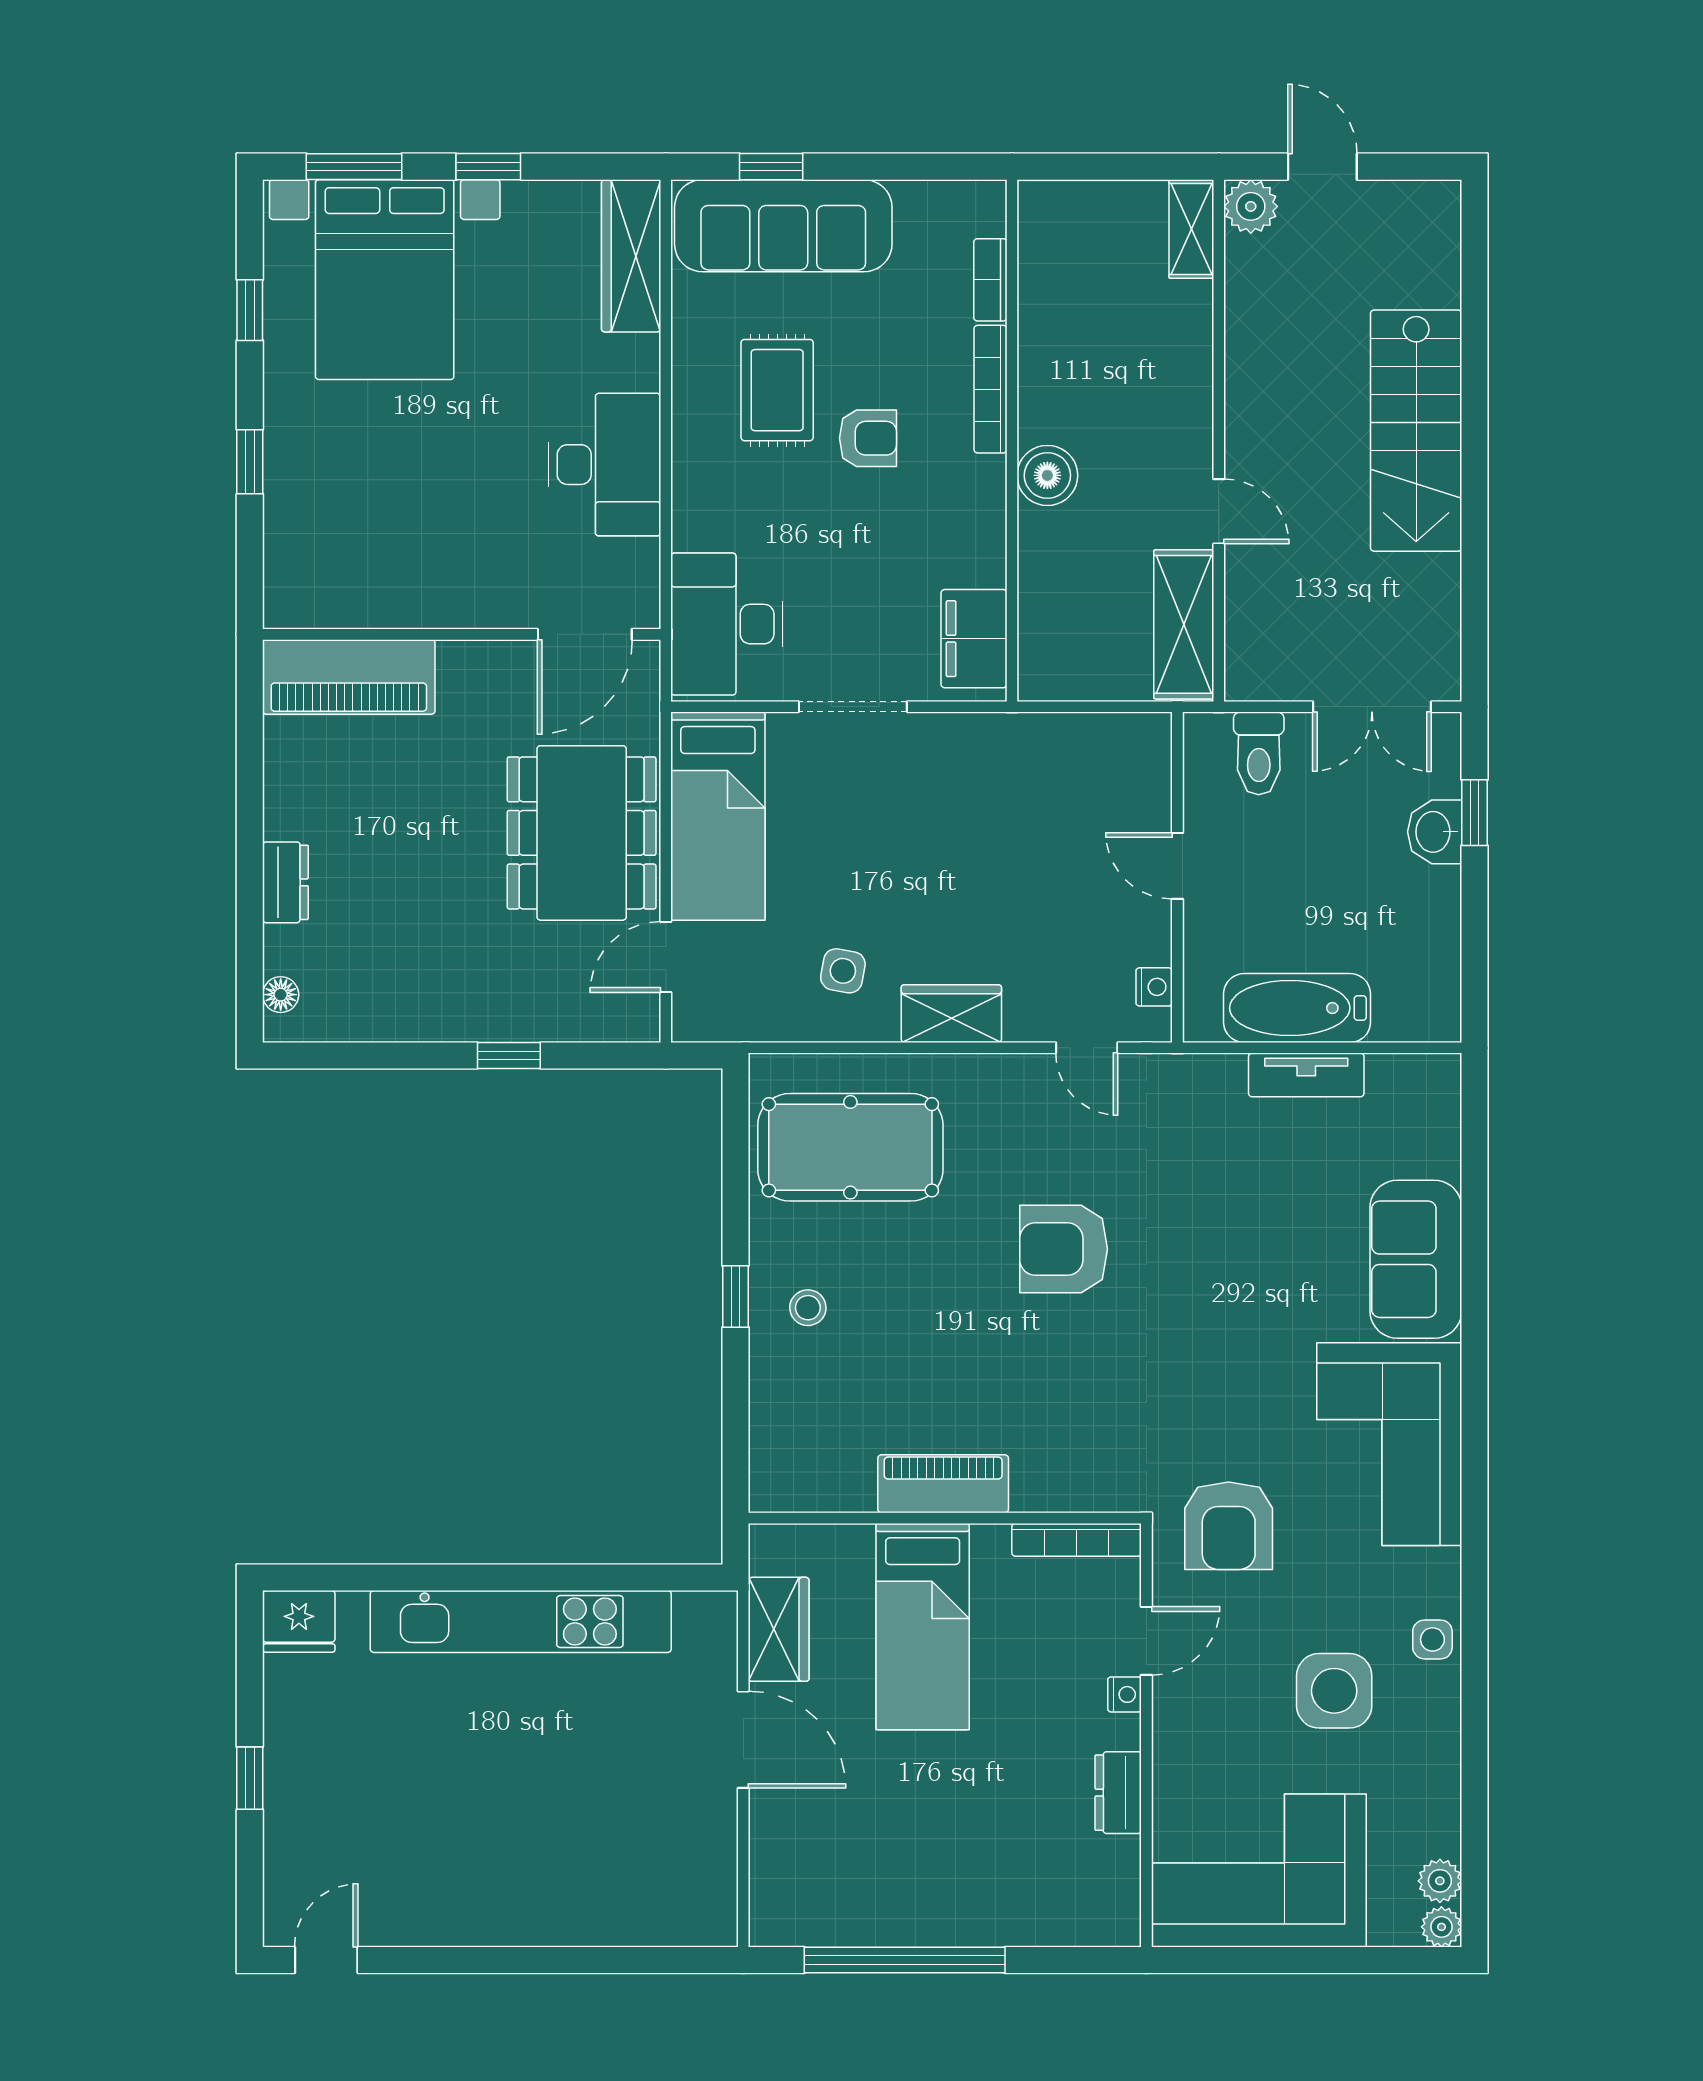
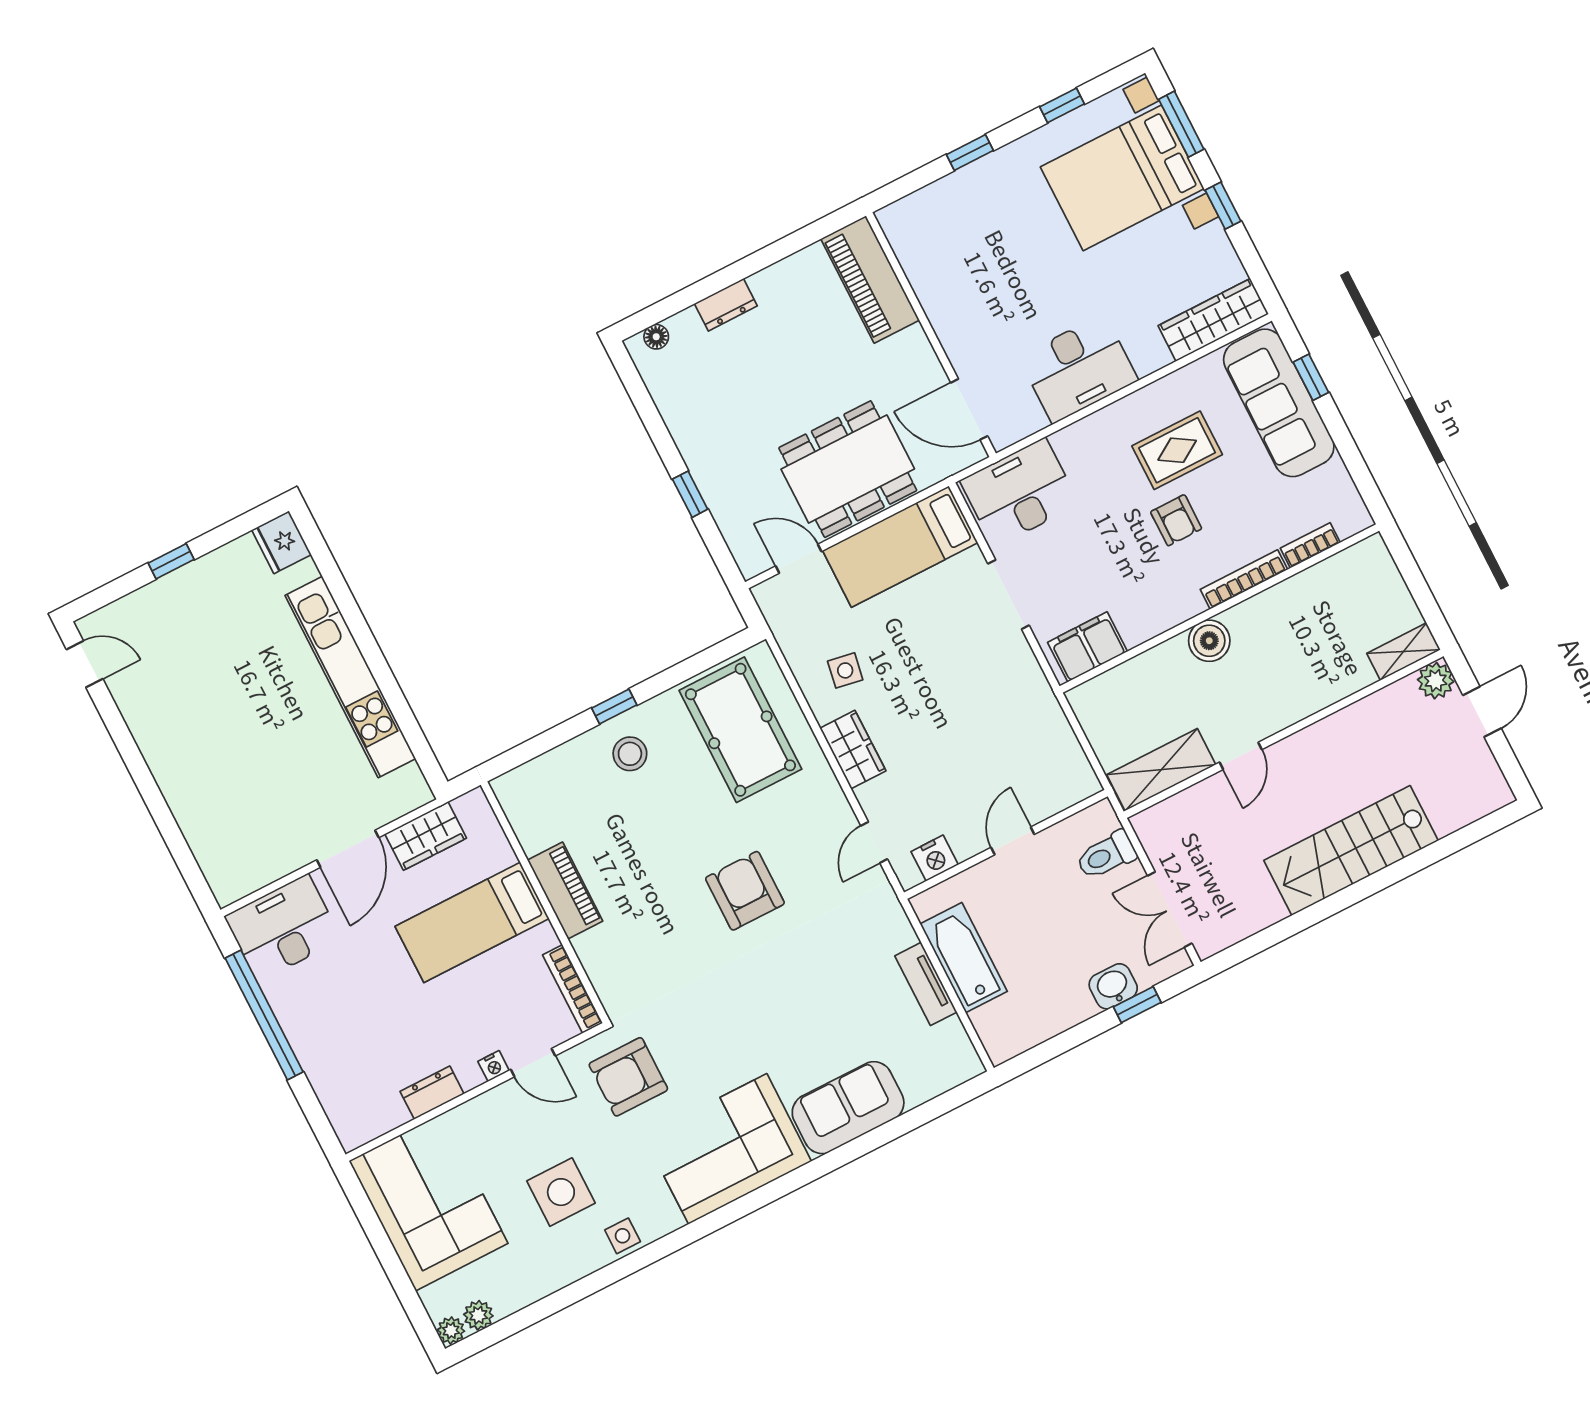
nightstand: (1154, 987) -> (935, 858), width x1.39, depth x1.35
stool: (808, 1308) -> (630, 754), width x1.37, depth x1.37
desk: (803, 1877) -> (283, 928), added

